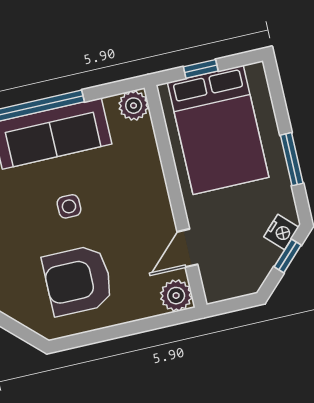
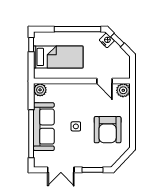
window: (201, 69) -> (31, 45), moved
bed: (218, 130) -> (58, 57), width x0.67
window: (292, 159) -> (77, 29), width x2.11

